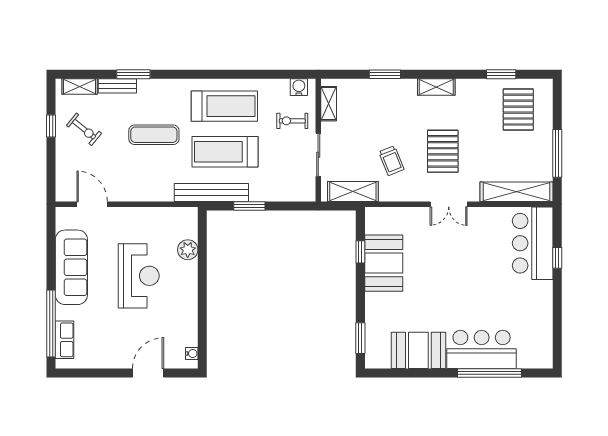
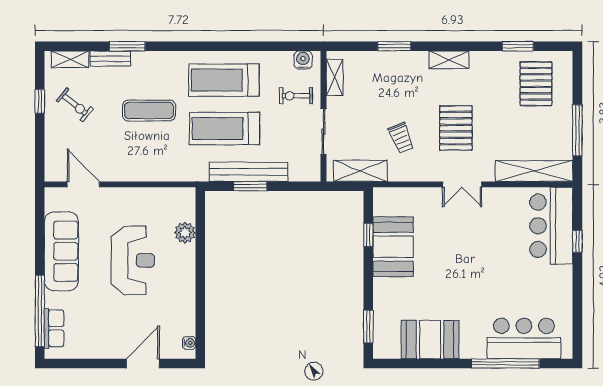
treadmill: (224, 106) -> (224, 80), turned 180
bench: (211, 192) -> (249, 172), moved
bar counter: (482, 349) -> (524, 338), moved

